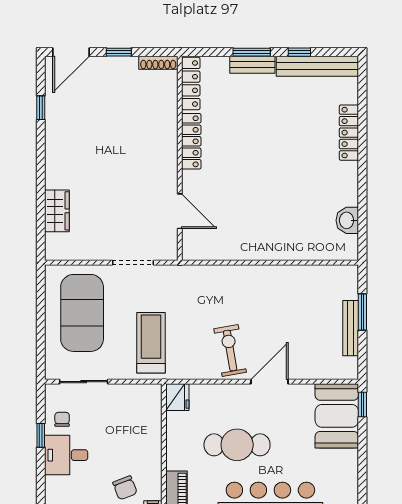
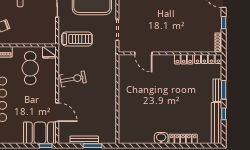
locker: (191, 141) -> (184, 59), width x0.66
door: (180, 211) -> (143, 53), hinge flipped
washbasin: (347, 220) -> (161, 138), moved
door: (269, 382) -> (57, 112), moved
cafe table: (237, 445) -> (30, 68), moved

